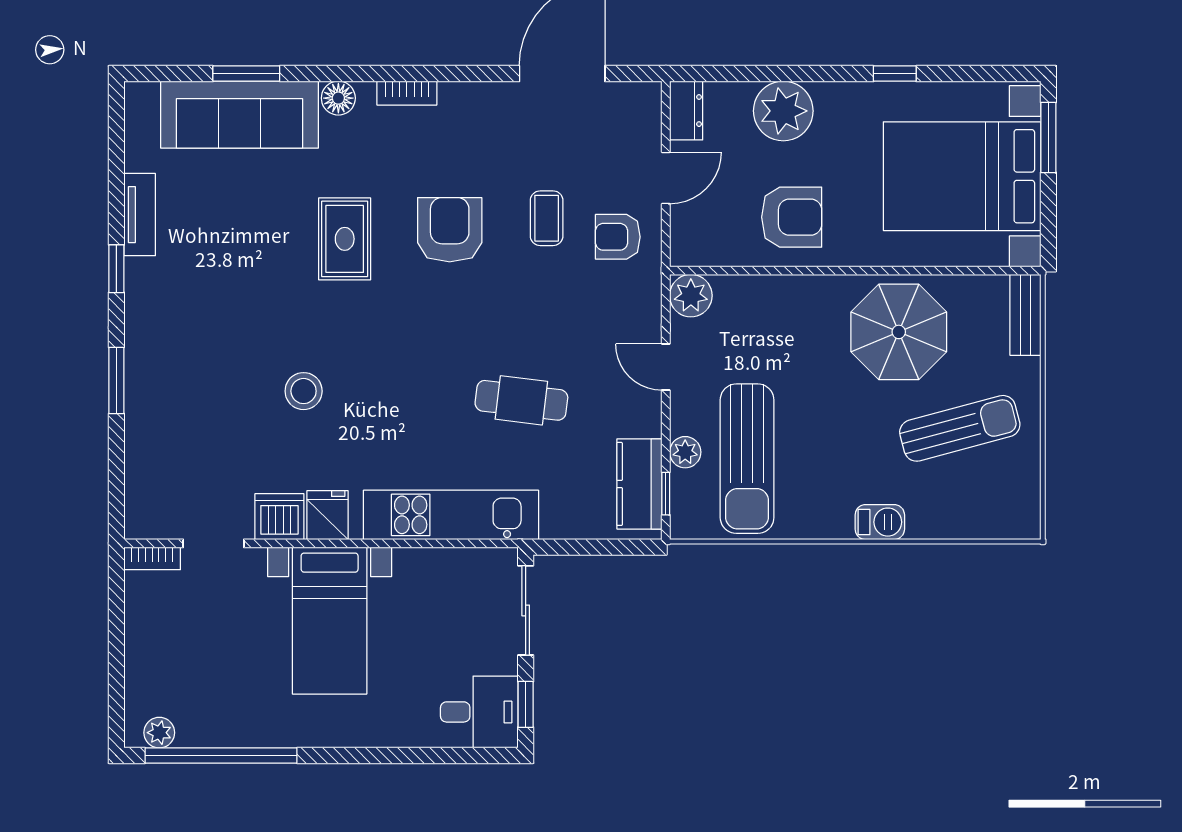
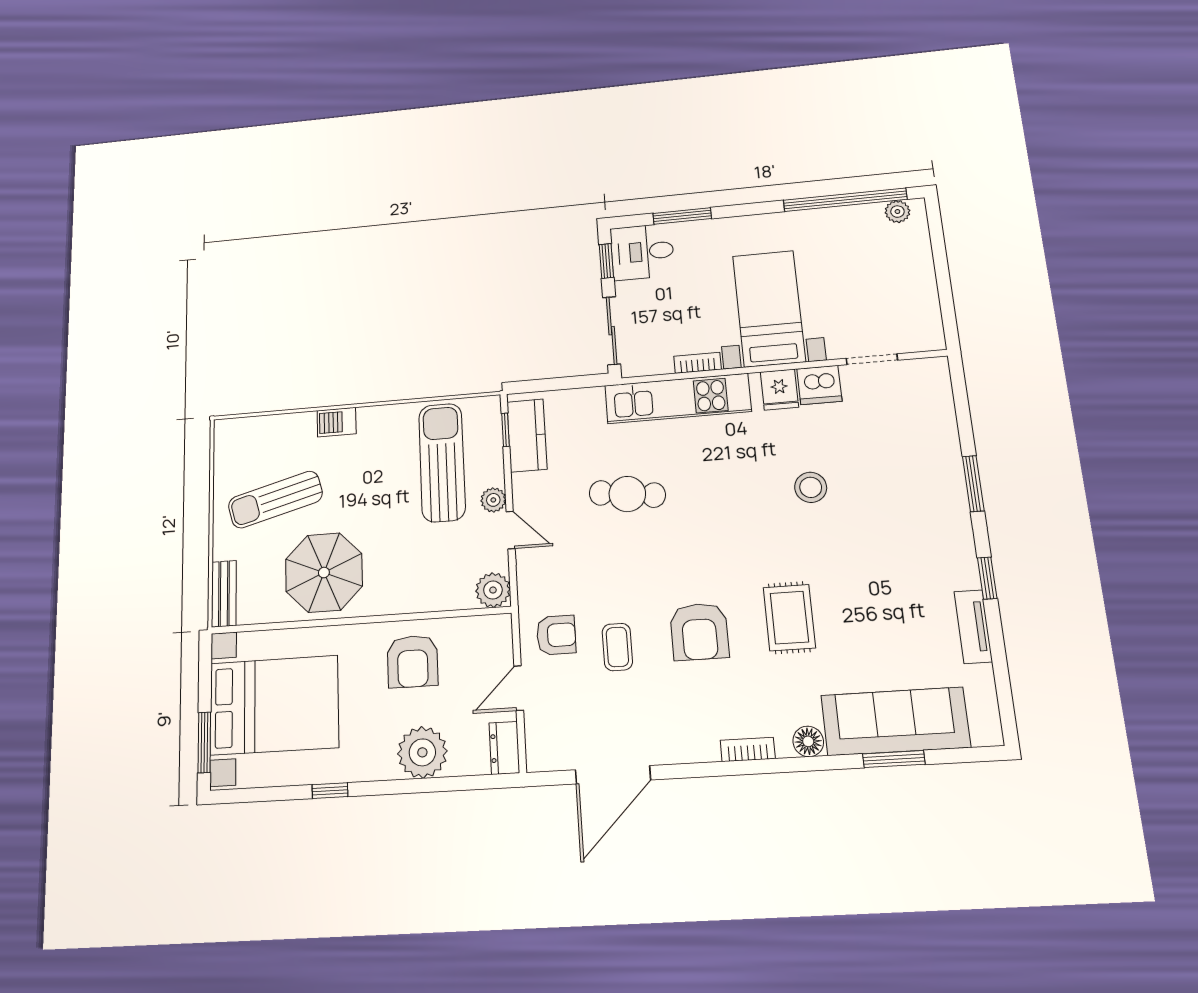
armchair: (792, 217) -> (413, 661), turned -90
plant: (685, 452) -> (493, 500), moved
bookcase: (152, 558) -> (698, 363), moved
window: (425, 756) -> (682, 216), added

